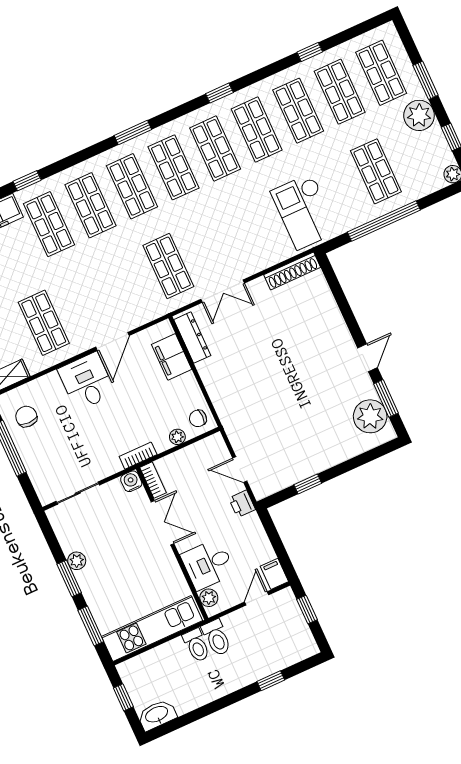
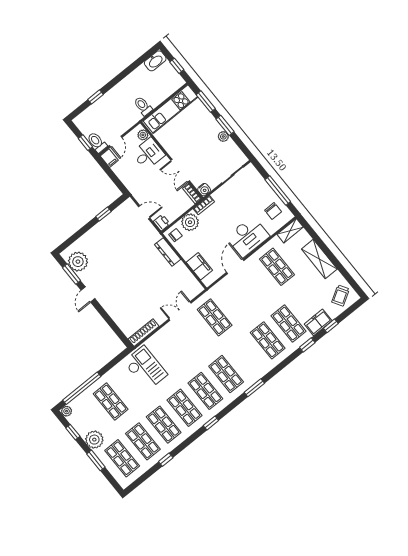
shop shelf: (132, 186) -> (247, 357), removed
window: (384, 221) -> (82, 388), moved
dresser: (192, 338) -> (168, 252), moved
desk: (87, 382) -> (248, 237), width x1.37
plant: (177, 437) -> (190, 222), width x1.88, depth x1.88
printer: (242, 504) -> (162, 223), moved
toilet: (217, 638) -> (97, 142), moved

